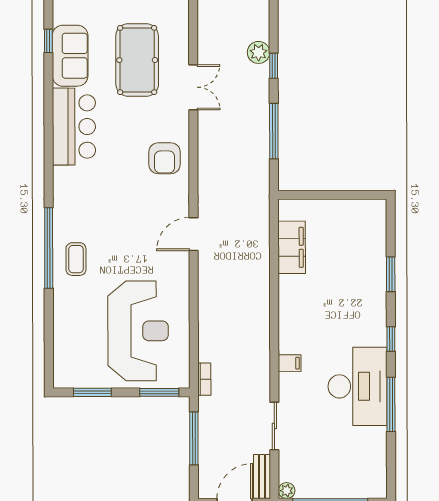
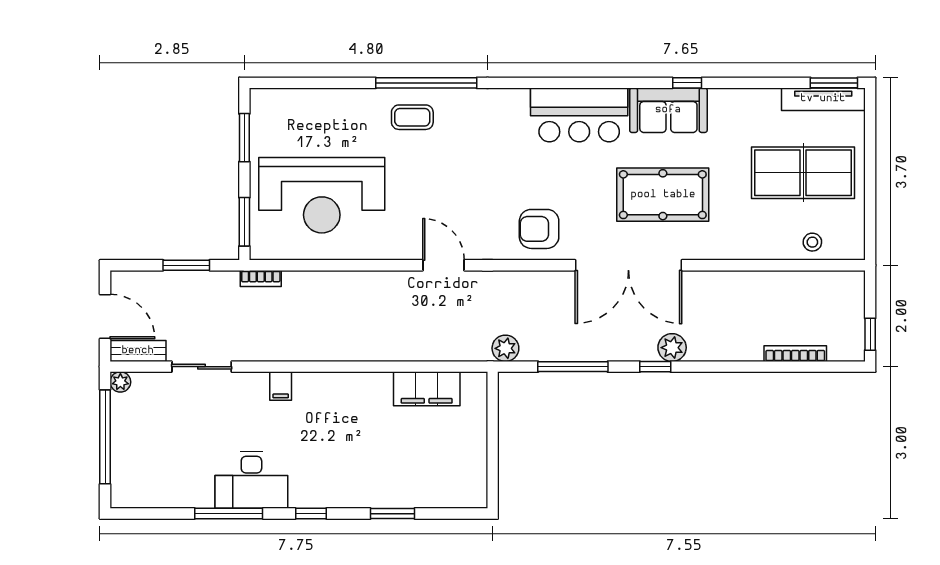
double door: (193, 87) -> (628, 265), width x1.87
plant: (259, 185) -> (505, 348), added
desk: (358, 386) -> (251, 480), width x0.73, depth x0.77
window: (194, 438) -> (186, 265), width x0.69

